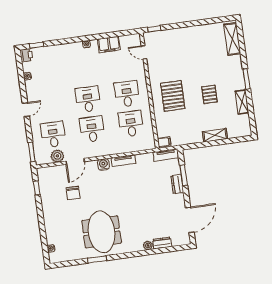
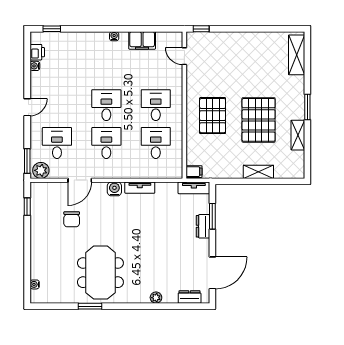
printer: (26, 55) -> (37, 52), moved
pallet: (209, 94) -> (259, 120), width x2.05, depth x2.00
plant: (57, 156) -> (41, 170), moved
dresser: (162, 243) -> (190, 297), moved

